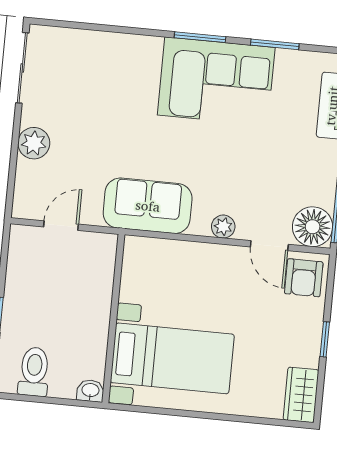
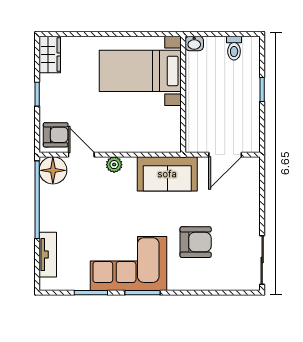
armchair: (116, 103) -> (196, 242), added
plant: (34, 143) -> (249, 209), removed
door: (61, 226) -> (225, 155), width x1.38
armchair: (304, 278) -> (56, 135), turned 90
toilet: (34, 372) -> (234, 48), width x0.73, depth x0.72

